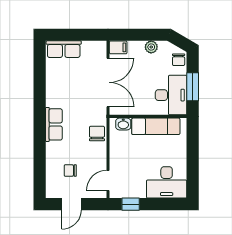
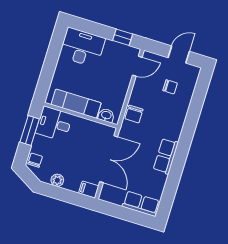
double door: (108, 82) -> (109, 159), swing flipped
desk: (171, 95) -> (54, 124), width x0.73
row of seats: (54, 124) -> (166, 156), moved

